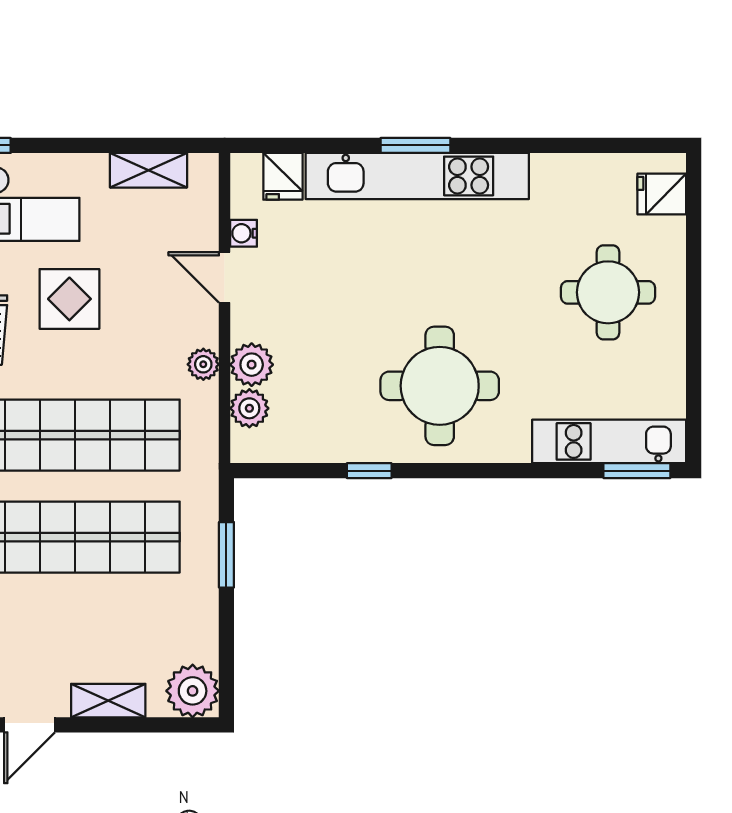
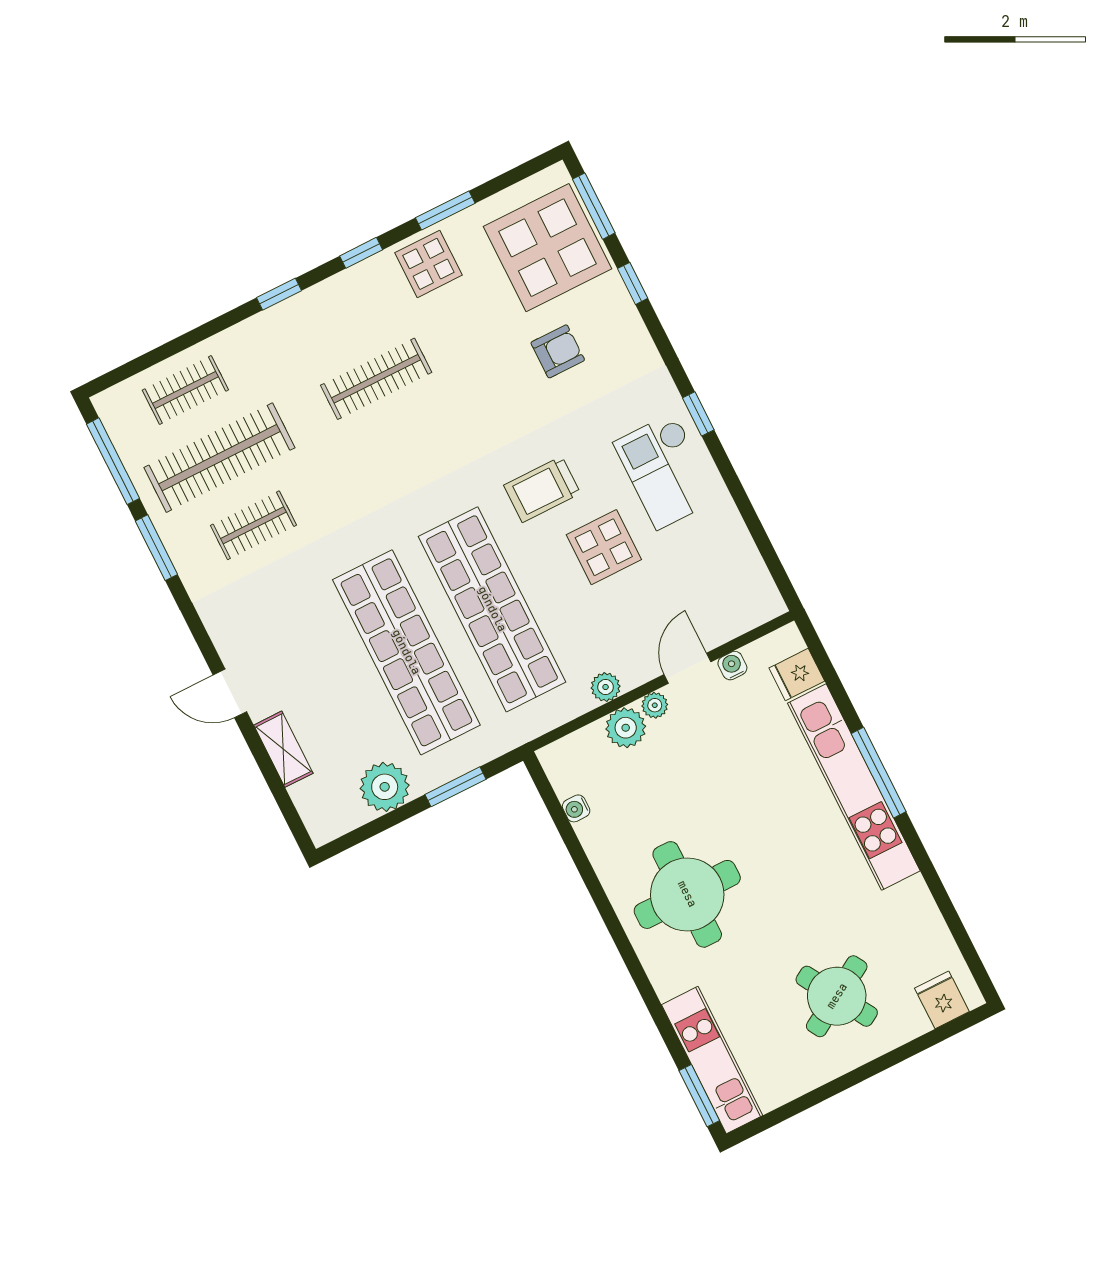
window: (415, 145) -> (879, 773), width x1.44
shelving: (148, 170) -> (745, 559), removed
round table: (608, 292) -> (837, 996), turned -31
plant: (249, 408) -> (655, 705), moved, width x0.73, depth x0.73
water cooler: (305, 450) -> (576, 808), added
window: (369, 471) -> (586, 871), removed
plant: (193, 691) -> (385, 787), moved

